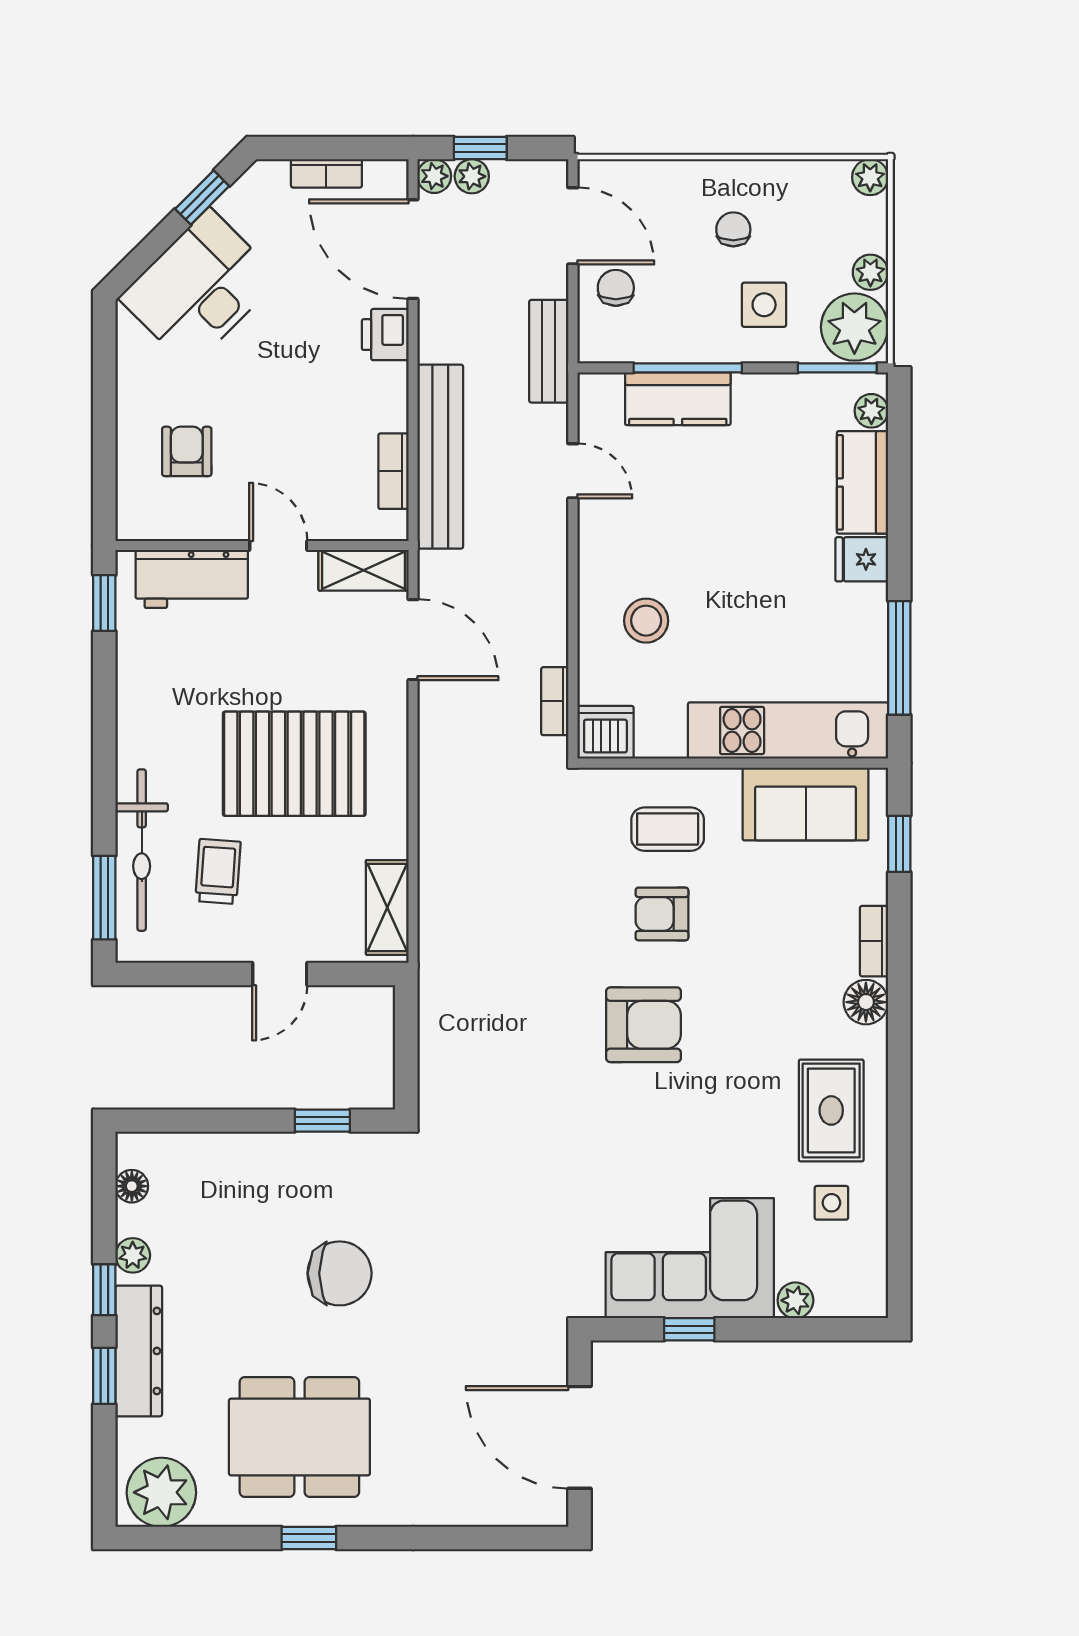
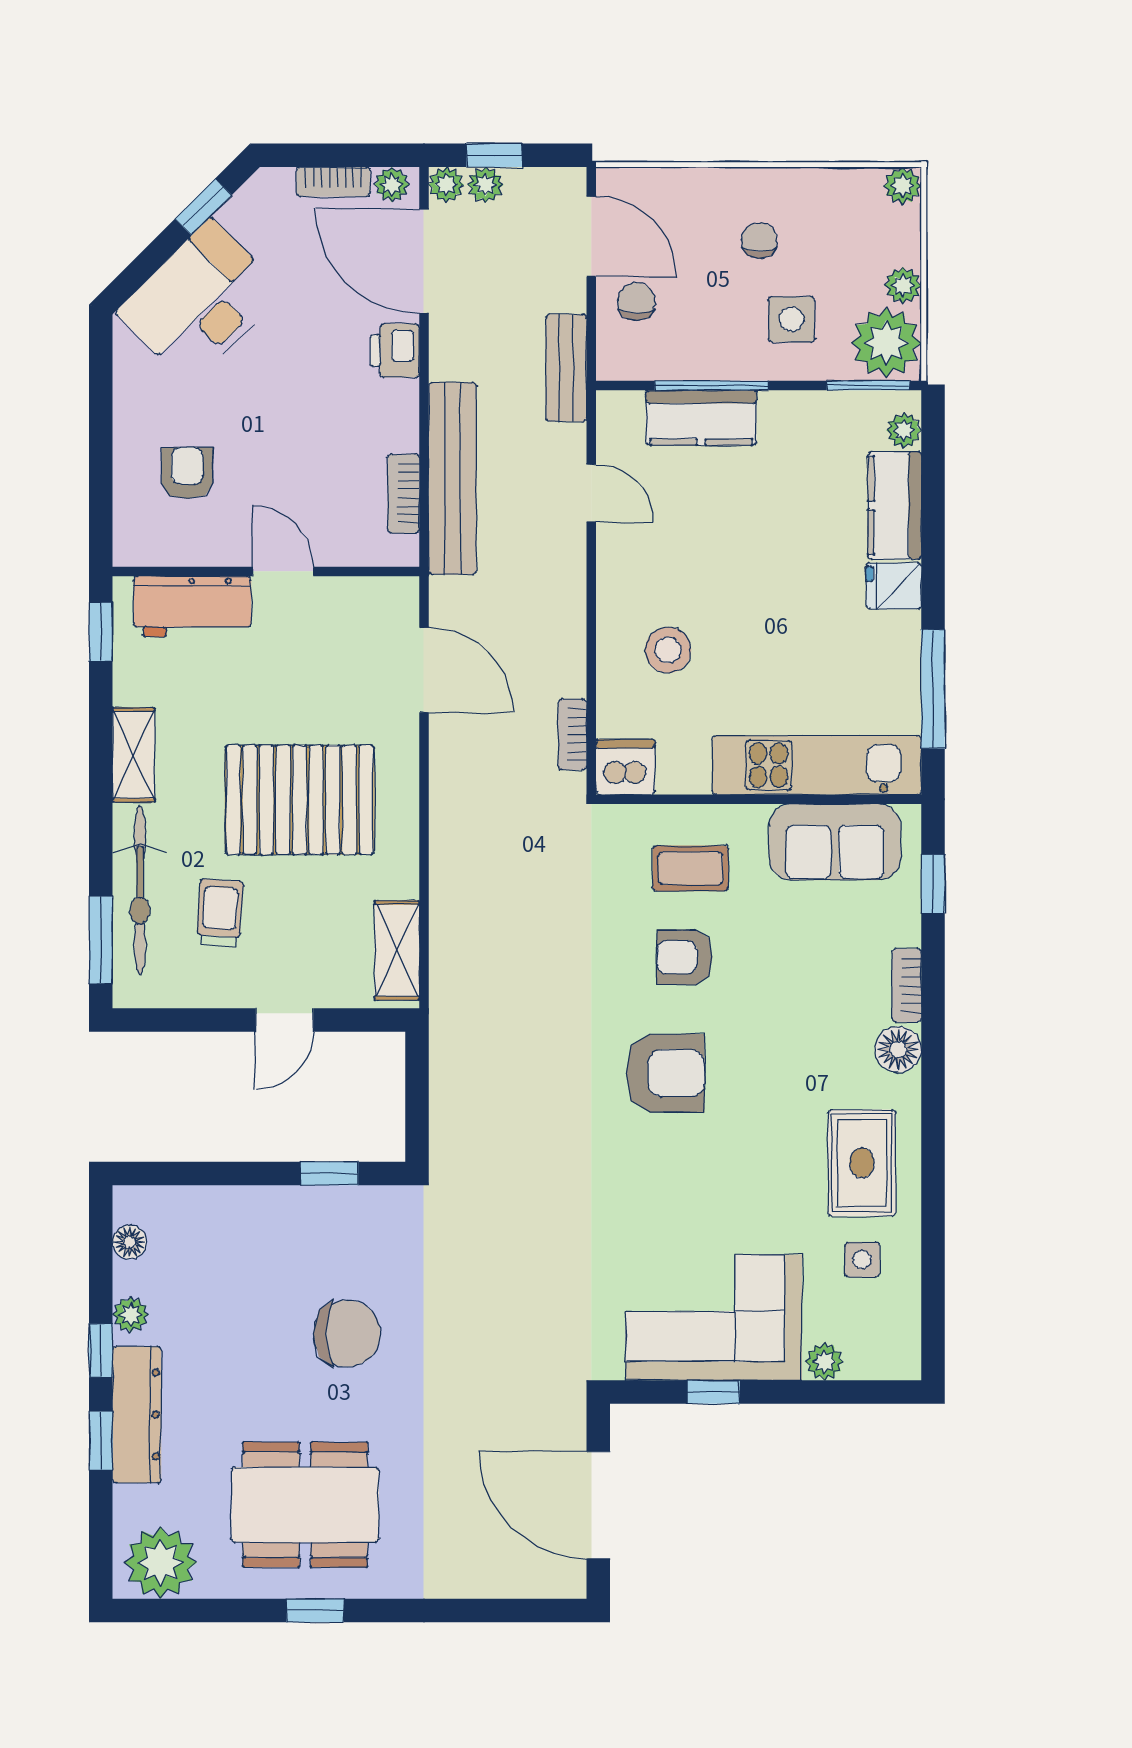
plant: (382, 176) -> (392, 185), added
shelving: (363, 570) -> (134, 755), moved, turned 90

